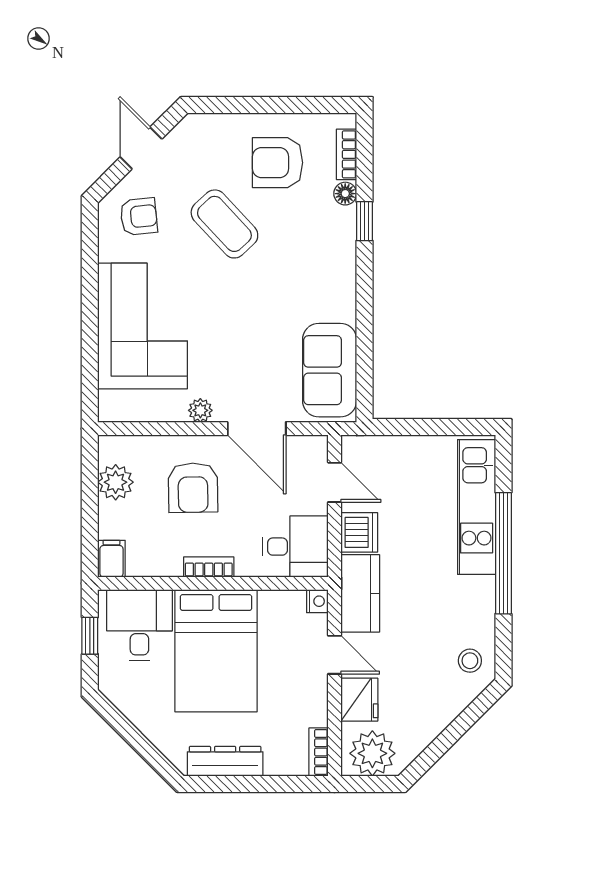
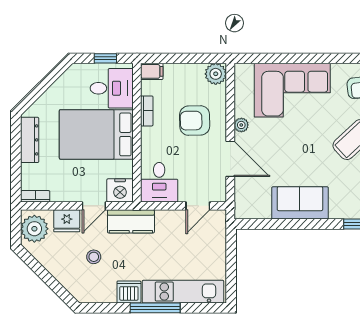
sofa: (330, 370) -> (300, 203), moved
door: (257, 429) -> (230, 159), swing flipped
plant: (116, 482) -> (216, 74), moved
dishwasher: (359, 532) -> (129, 292), moved, turned 180
window: (503, 553) -> (155, 308), width x0.68
bookcase: (209, 567) -> (147, 111), moved
nightstand: (317, 601) -> (120, 190), width x1.89, depth x1.79
stool: (470, 661) -> (94, 257), moved

